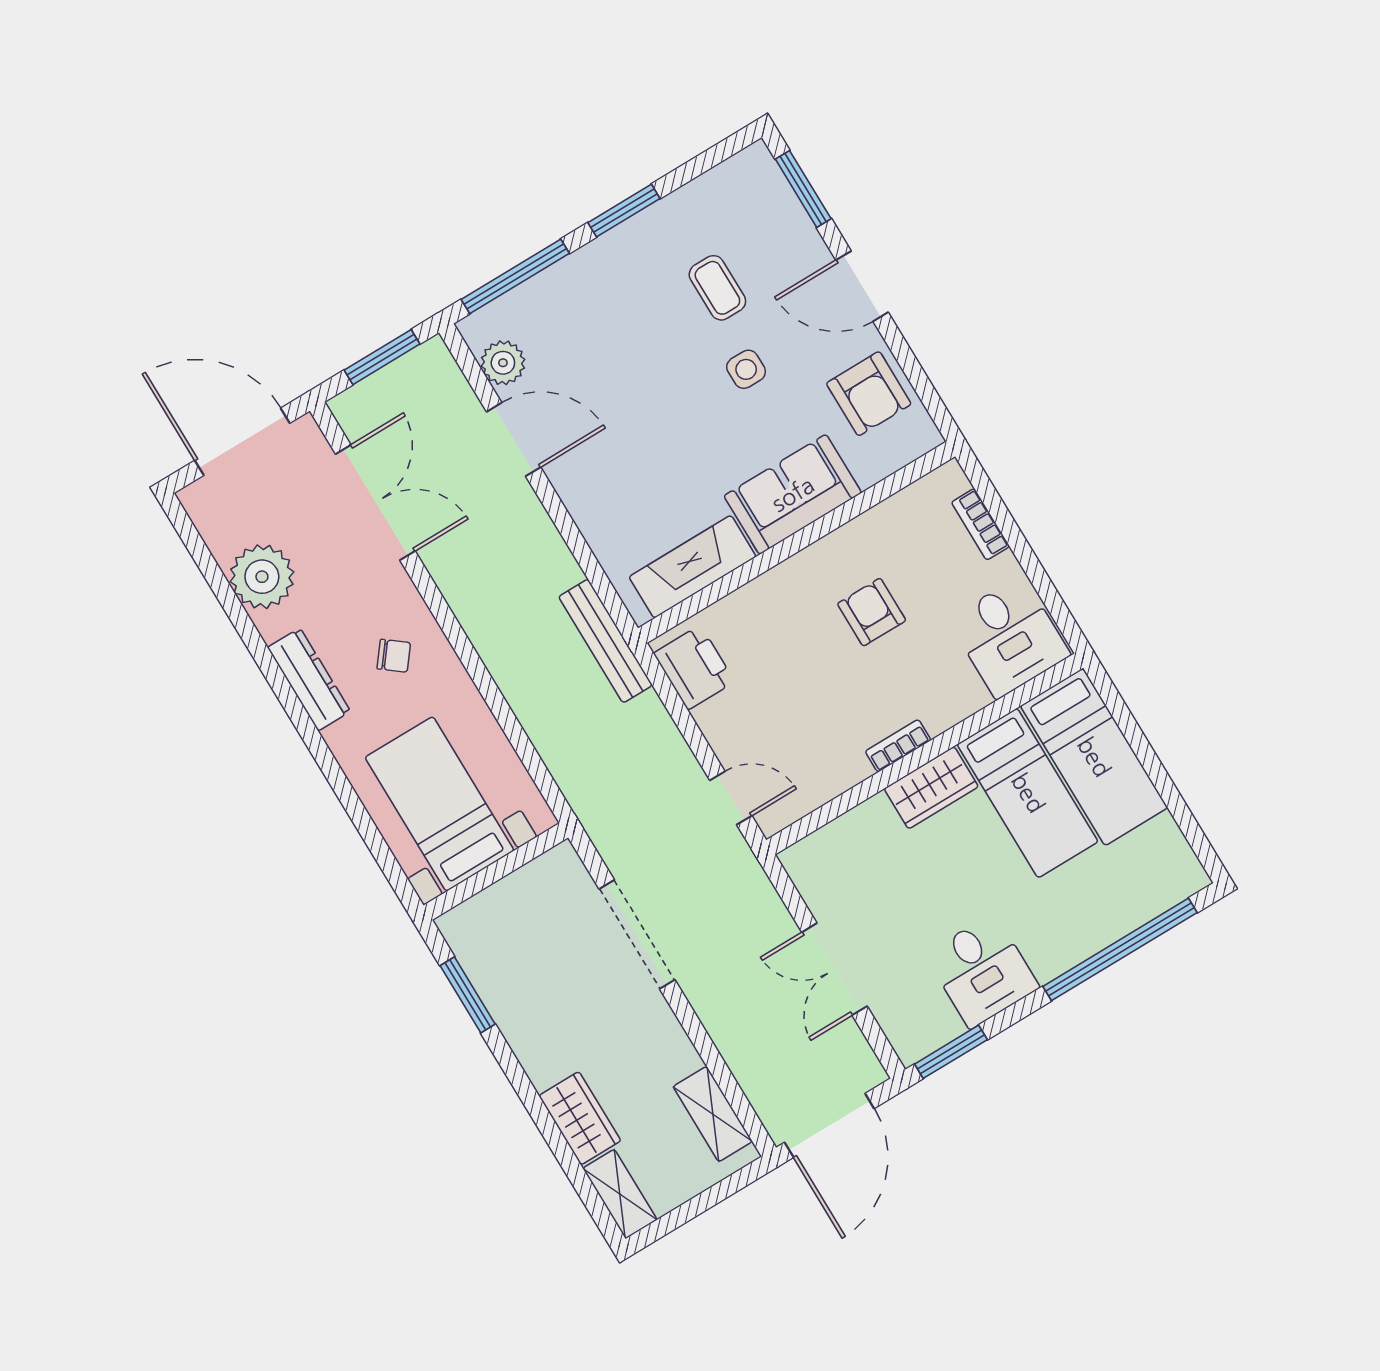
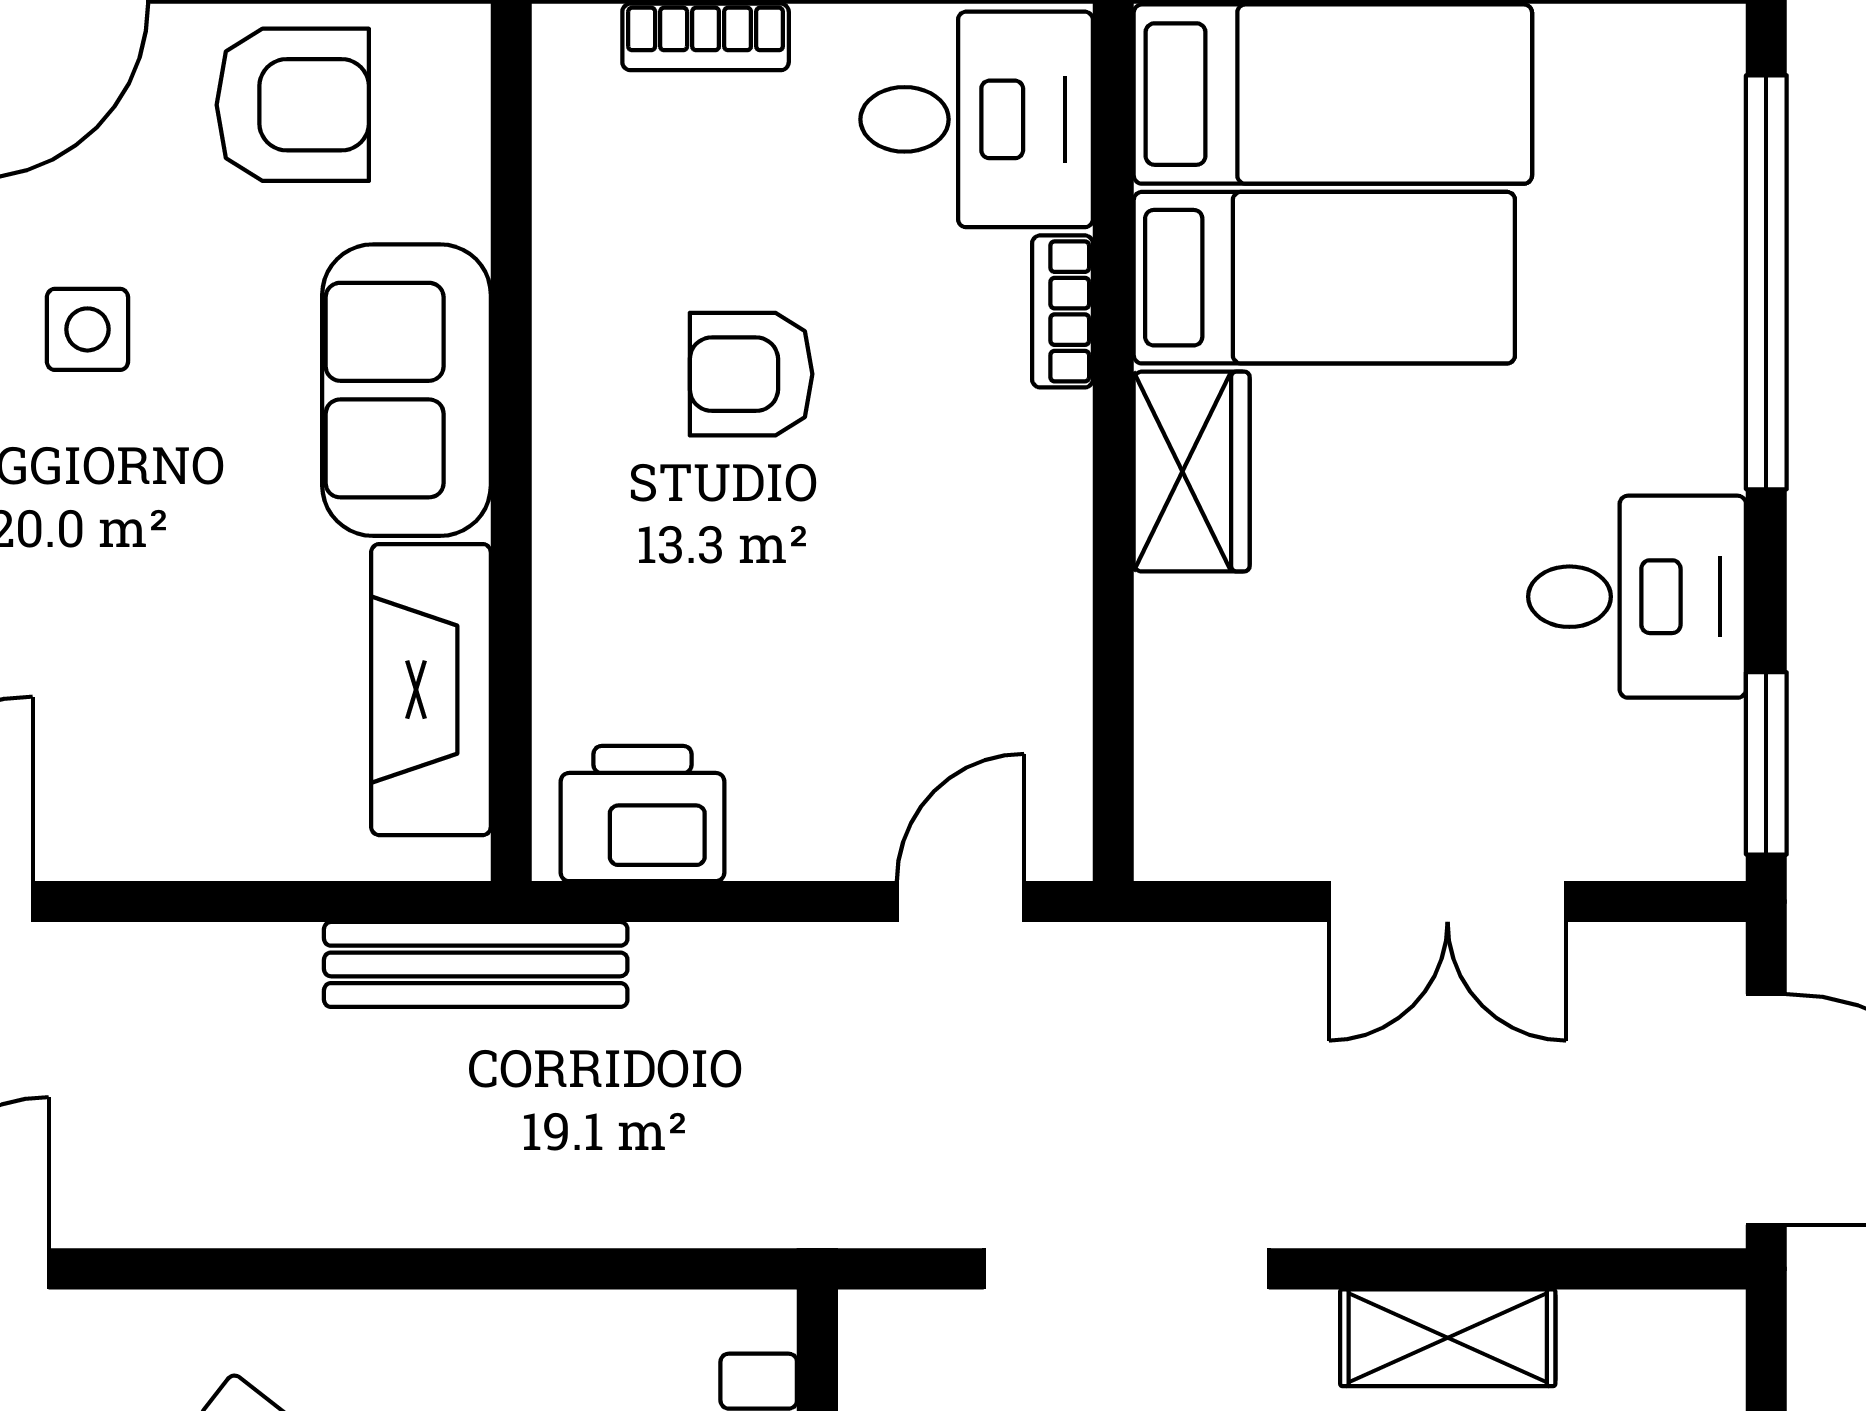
bookcase: (898, 746) -> (1062, 311), moved
shelving: (713, 1114) -> (1448, 1338), moved

